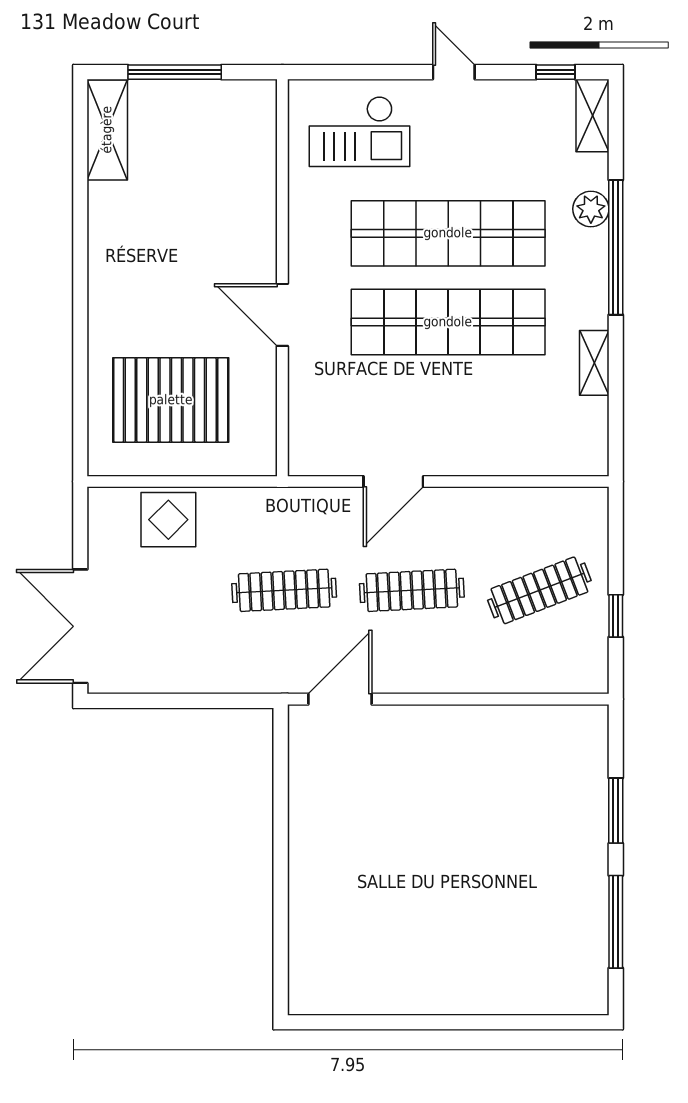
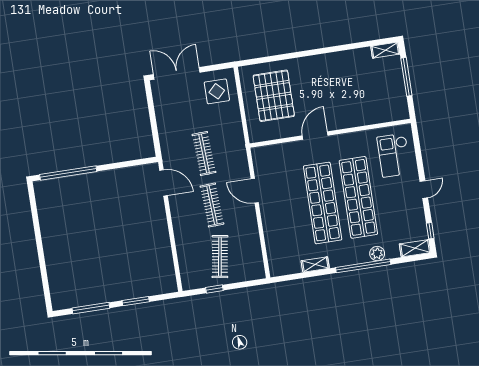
shelving: (107, 130) -> (385, 50), width x0.67, depth x0.75
display table: (168, 520) -> (217, 91), moved
clothes rail: (539, 590) -> (220, 257), turned 30
window: (281, 926) -> (68, 173), added

